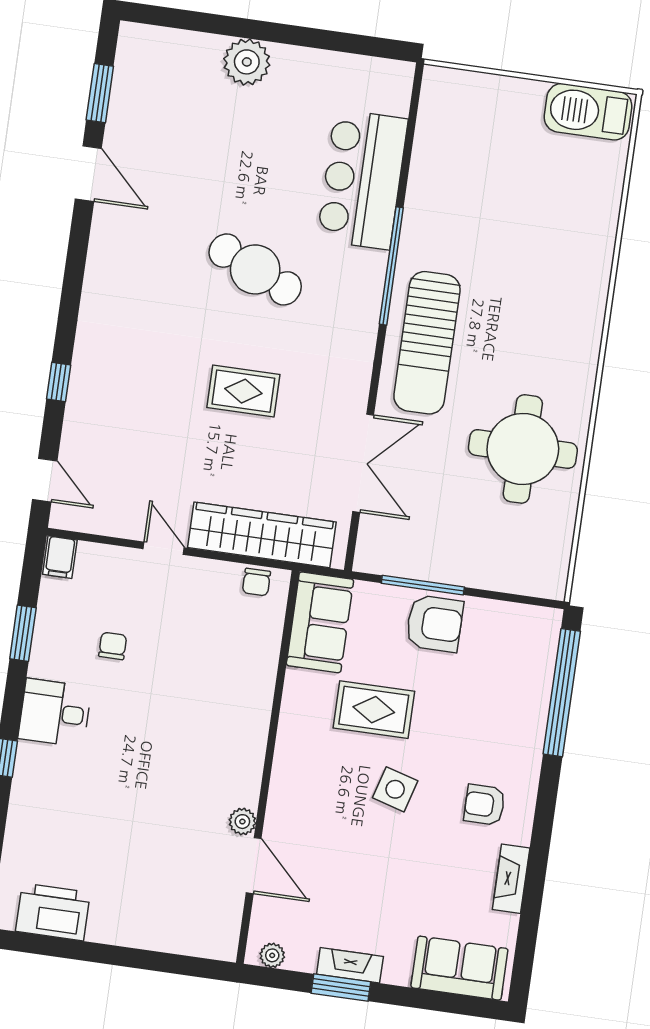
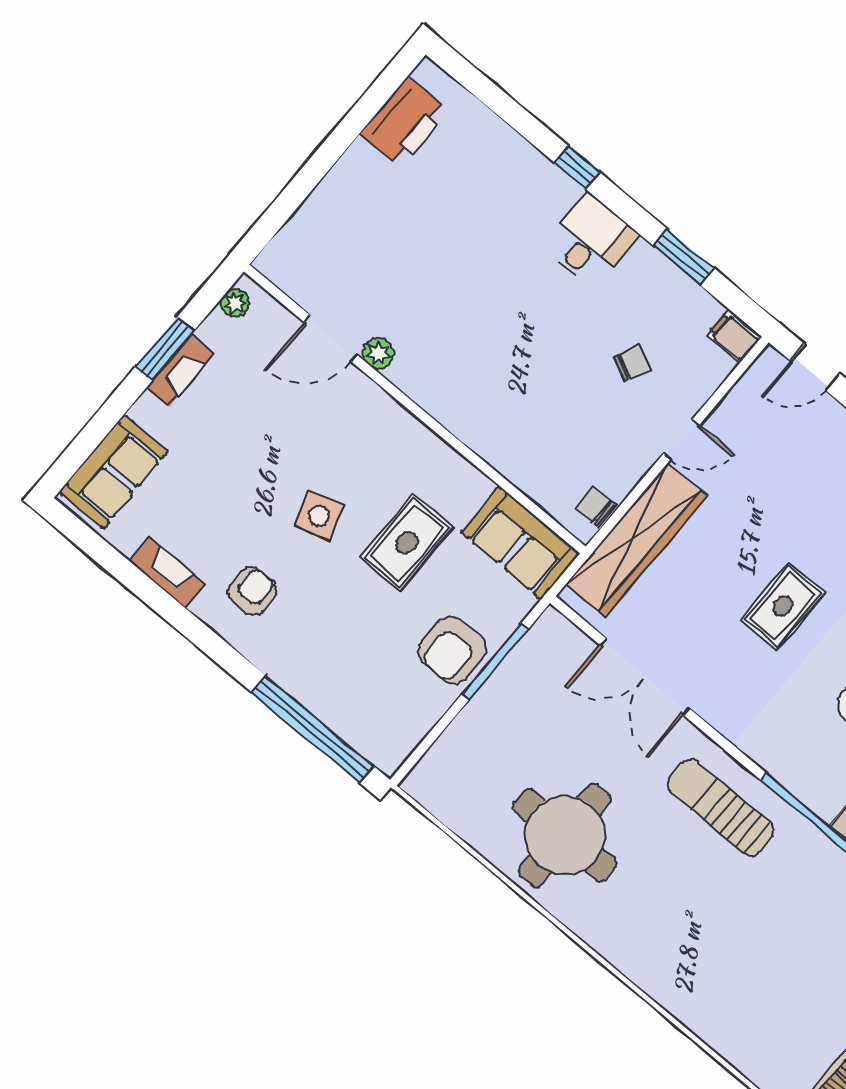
sun lounger: (427, 343) -> (721, 807), width x0.73, depth x0.75
chair: (113, 646) -> (632, 364), moved, turned -66
side table: (395, 789) -> (319, 516), turned -34

